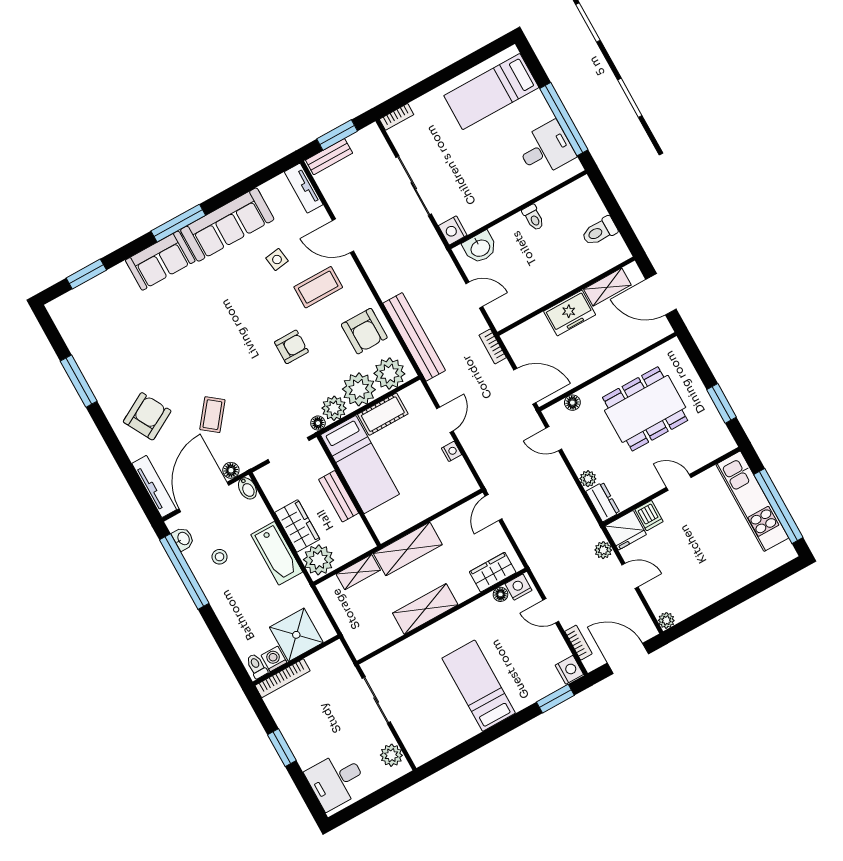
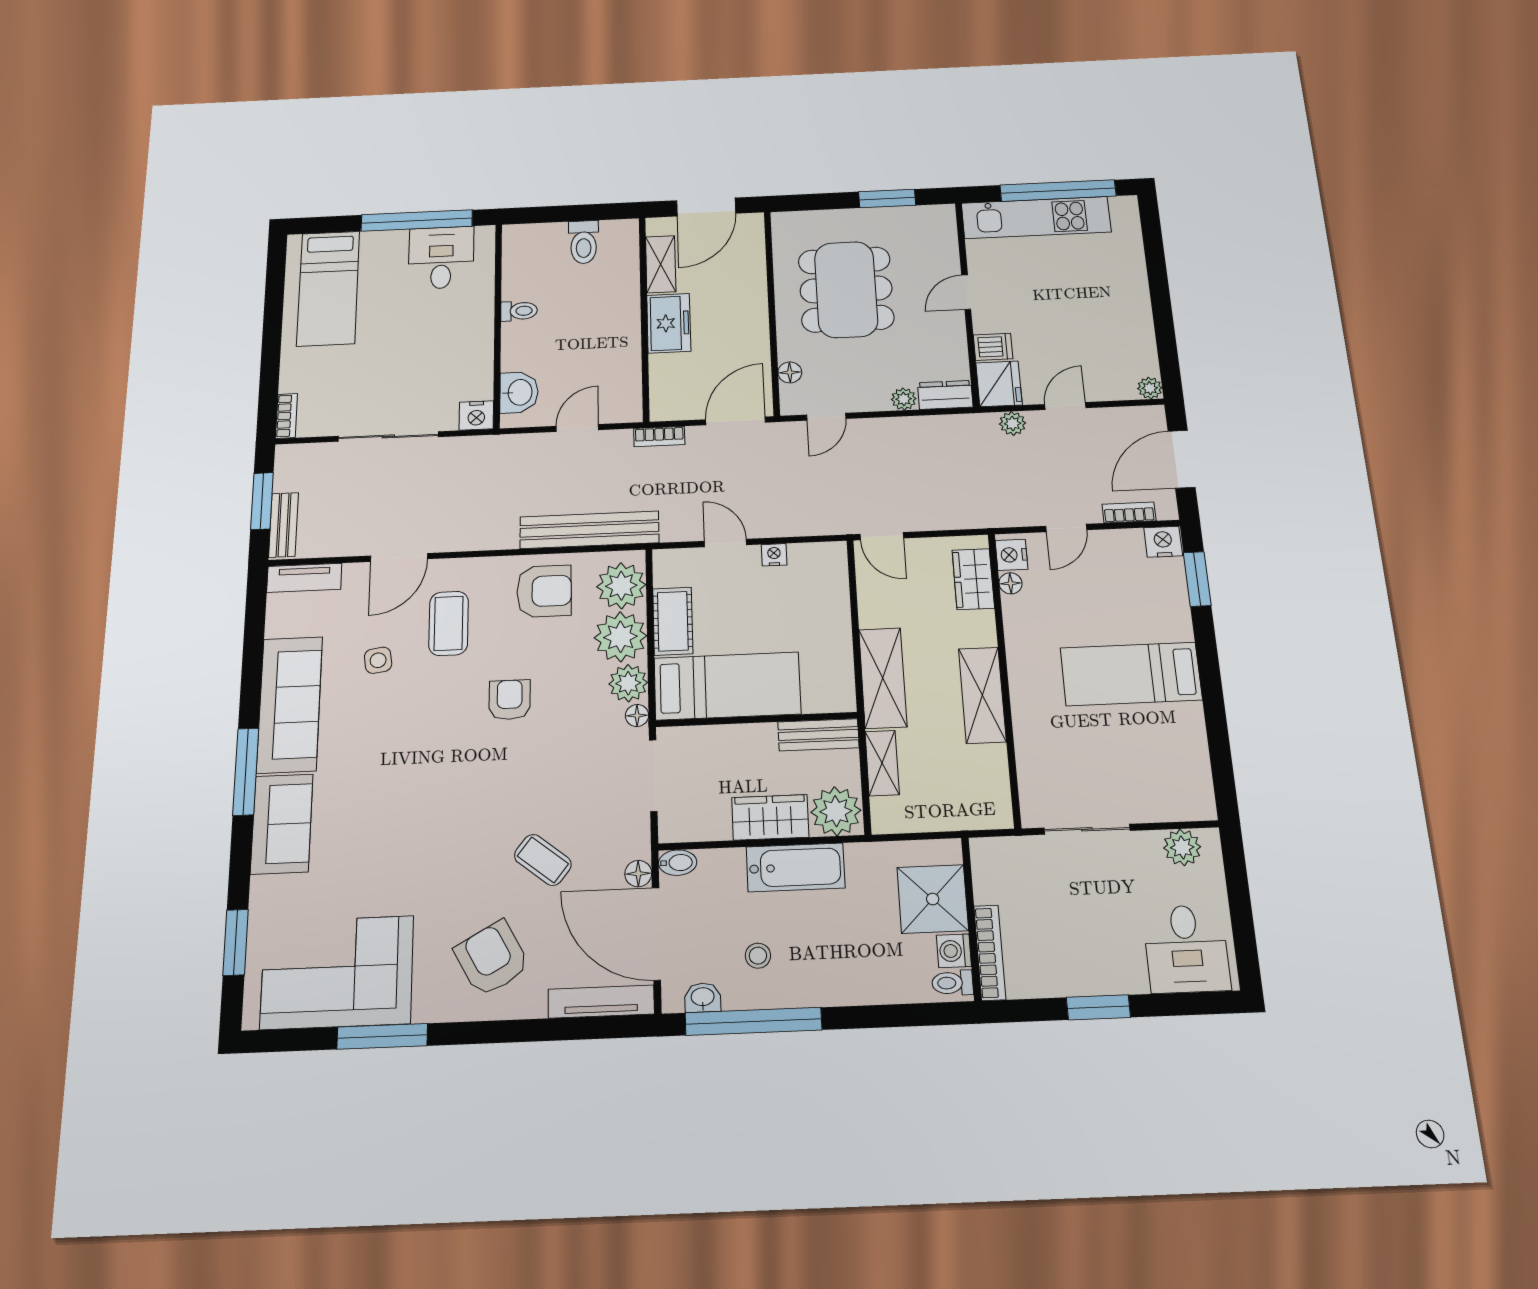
corner sofa: (99, 338) -> (337, 972), added
bench: (339, 496) -> (818, 735), moved

